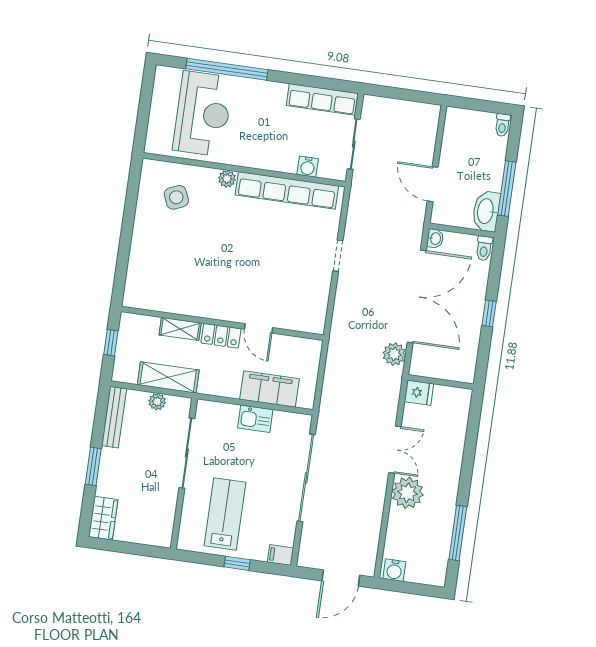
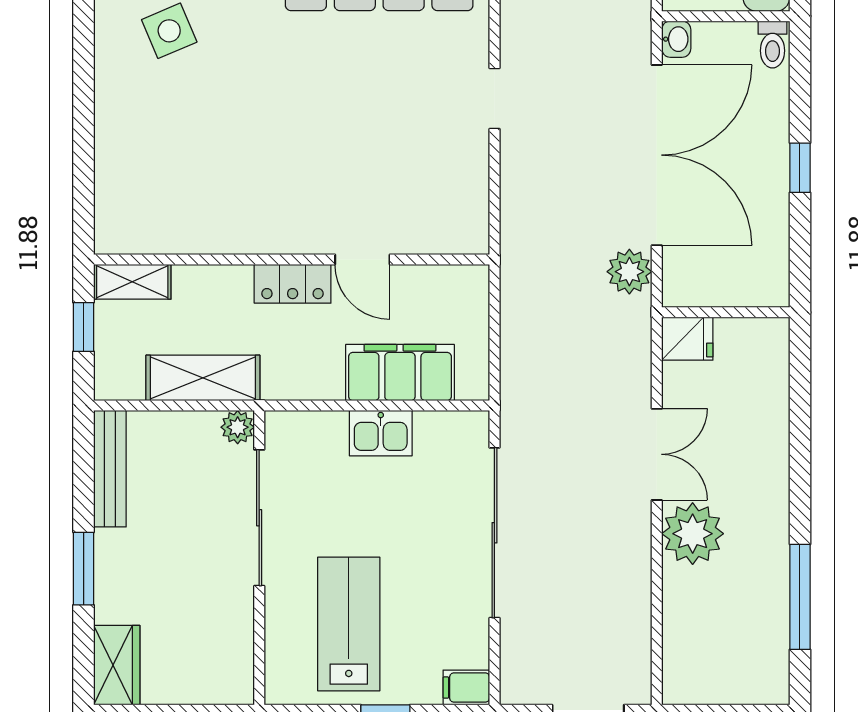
shelving: (180, 329) -> (132, 282), moved
plant: (157, 402) -> (238, 427), moved
water cooler: (394, 570) -> (688, 685), removed

